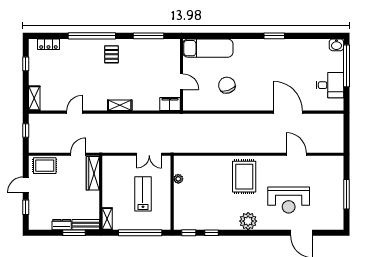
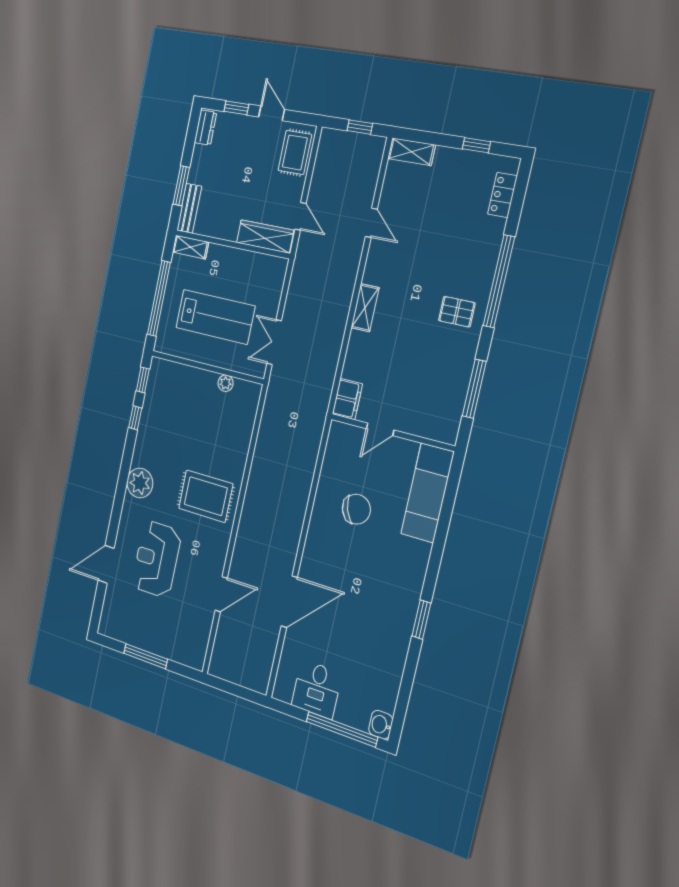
lab bench: (143, 194) -> (215, 317), width x1.36, depth x1.39
dresser: (62, 225) -> (205, 128), moved

